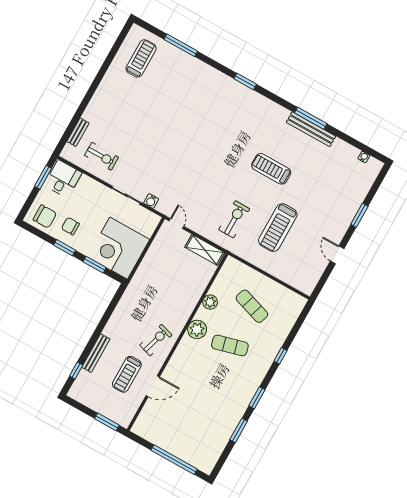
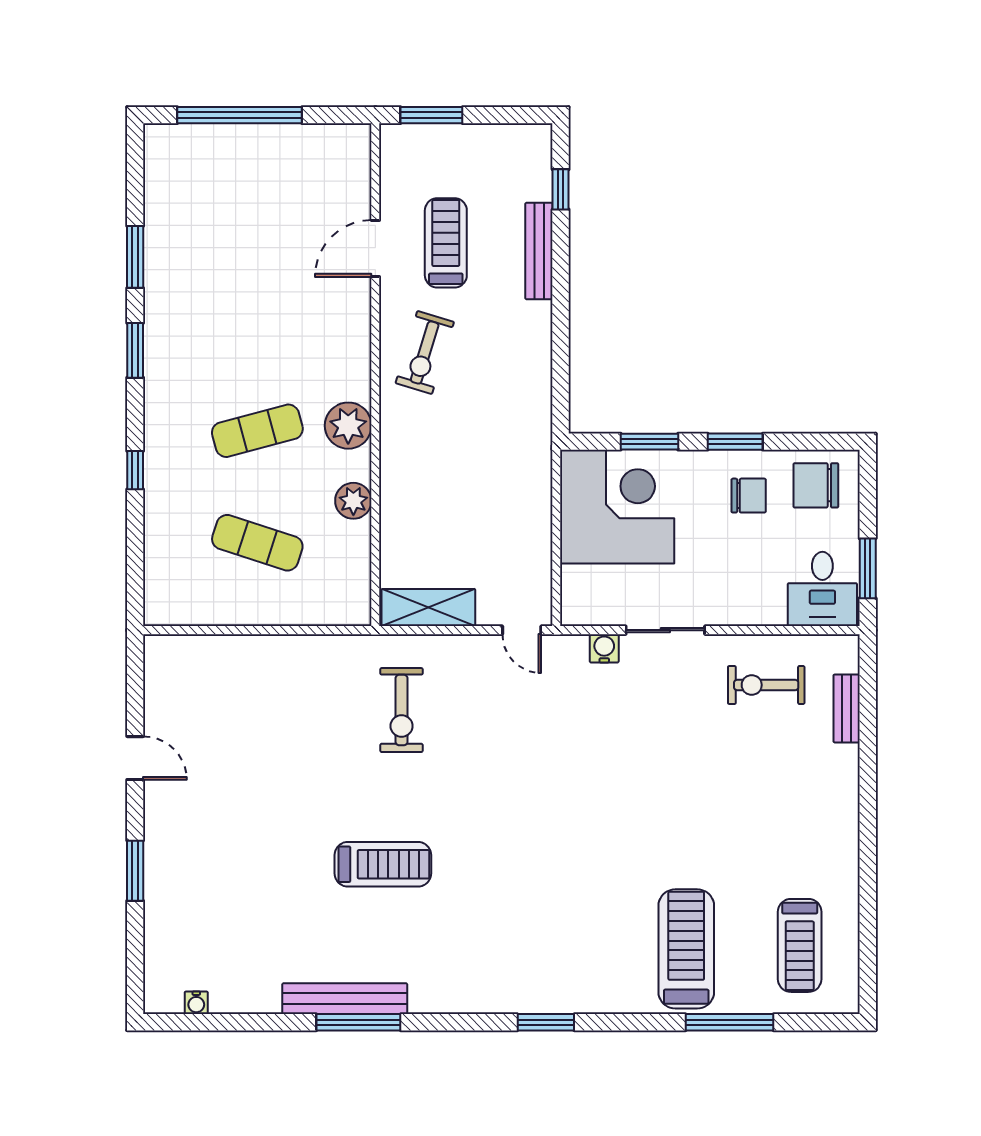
treadmill: (278, 228) -> (686, 949), moved

